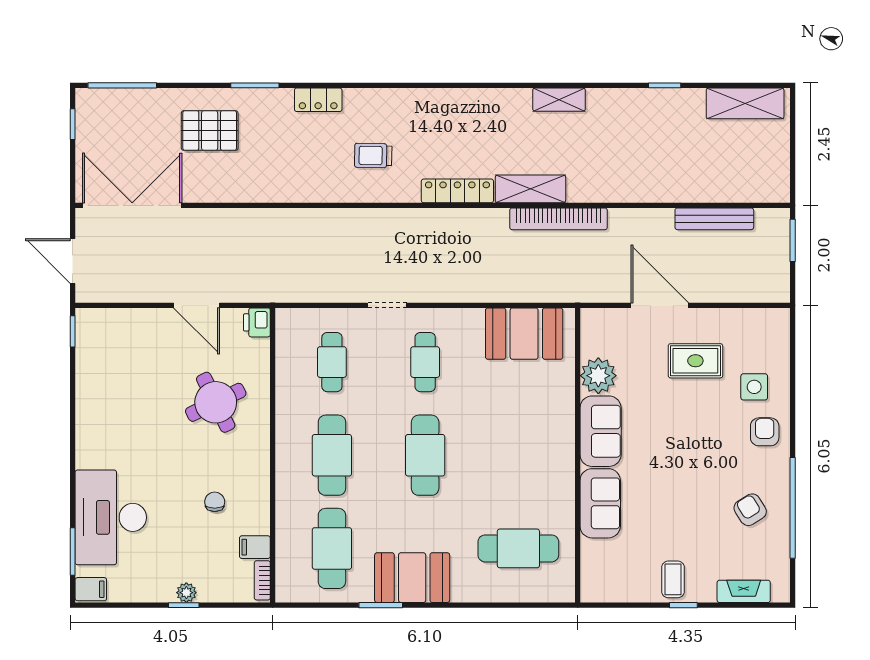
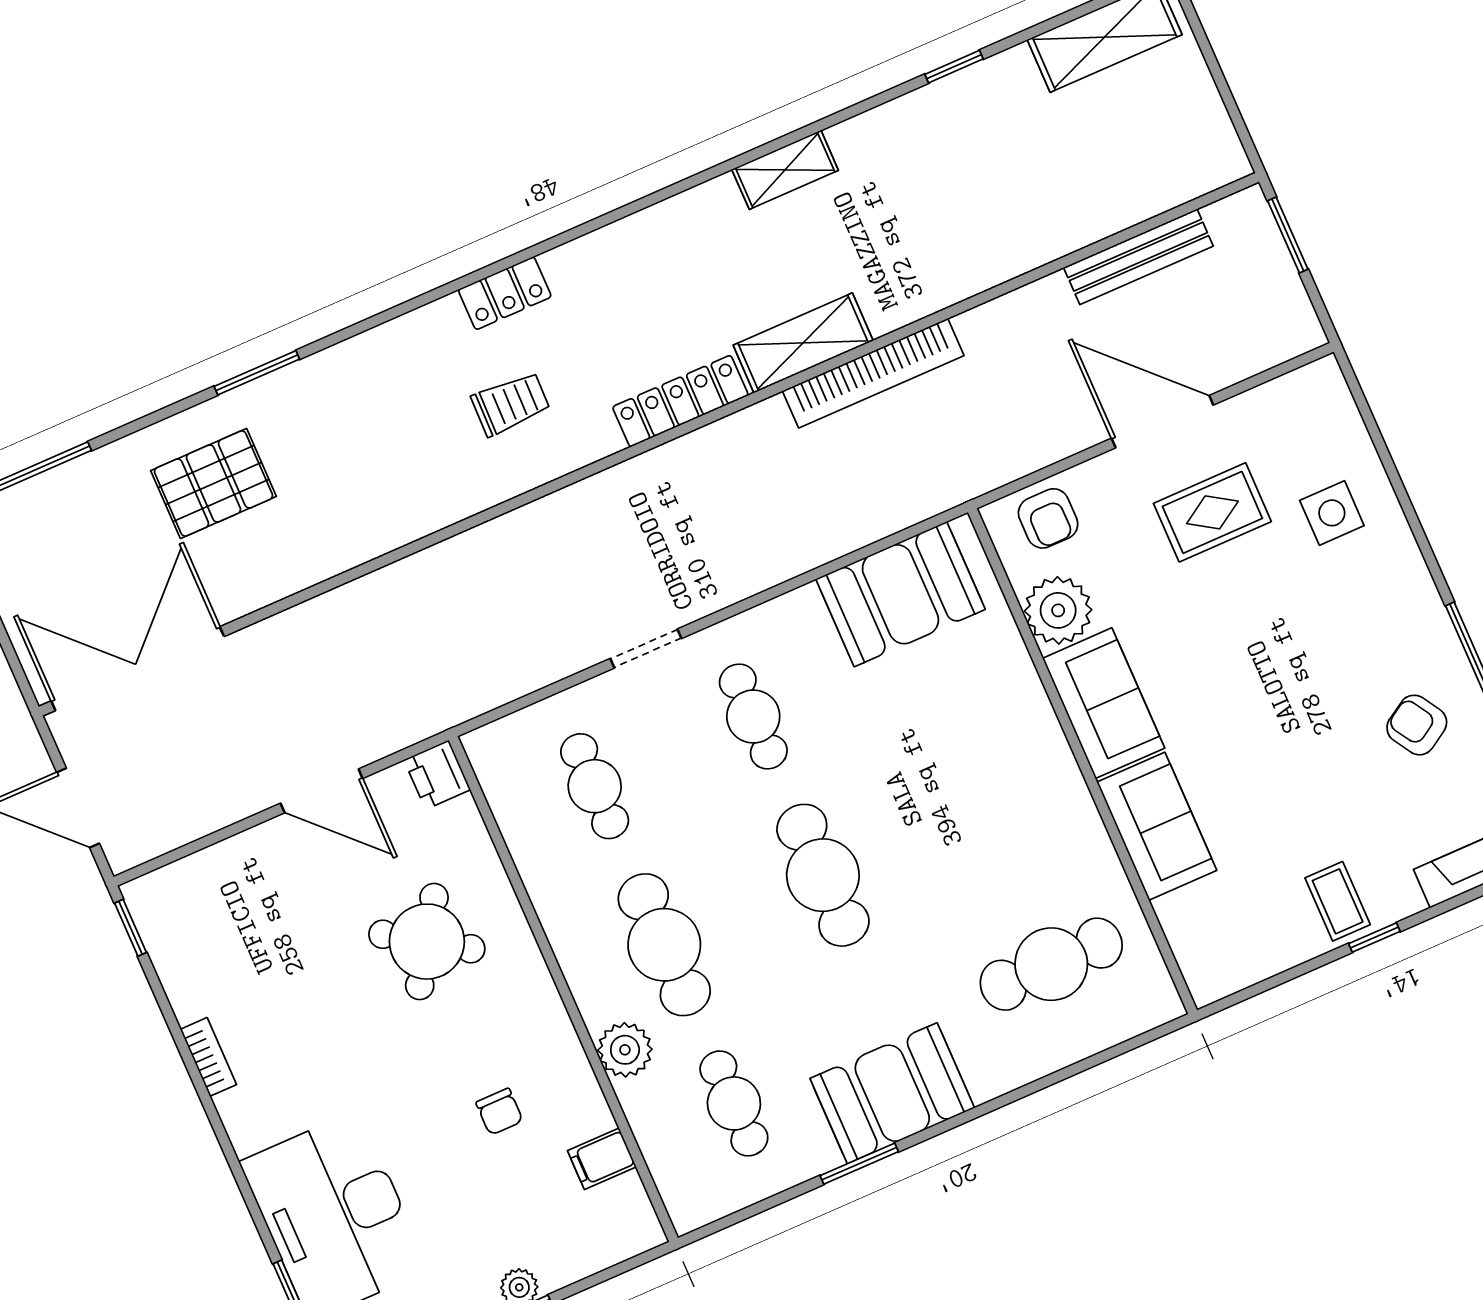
locker: (318, 100) -> (505, 293), moved
trolley: (373, 156) -> (511, 404), turned 180
door: (660, 305) -> (1162, 422), moved
round table: (216, 402) -> (427, 942), turned -31
armchair: (765, 432) -> (1048, 518), moved, turned 180
plant: (290, 498) -> (625, 1050), added
chair: (215, 502) -> (499, 1112), turned 180
cafe table: (332, 548) -> (734, 1103), width x0.73, depth x0.74
bookcase: (262, 580) -> (208, 1057), moved, turned 180

